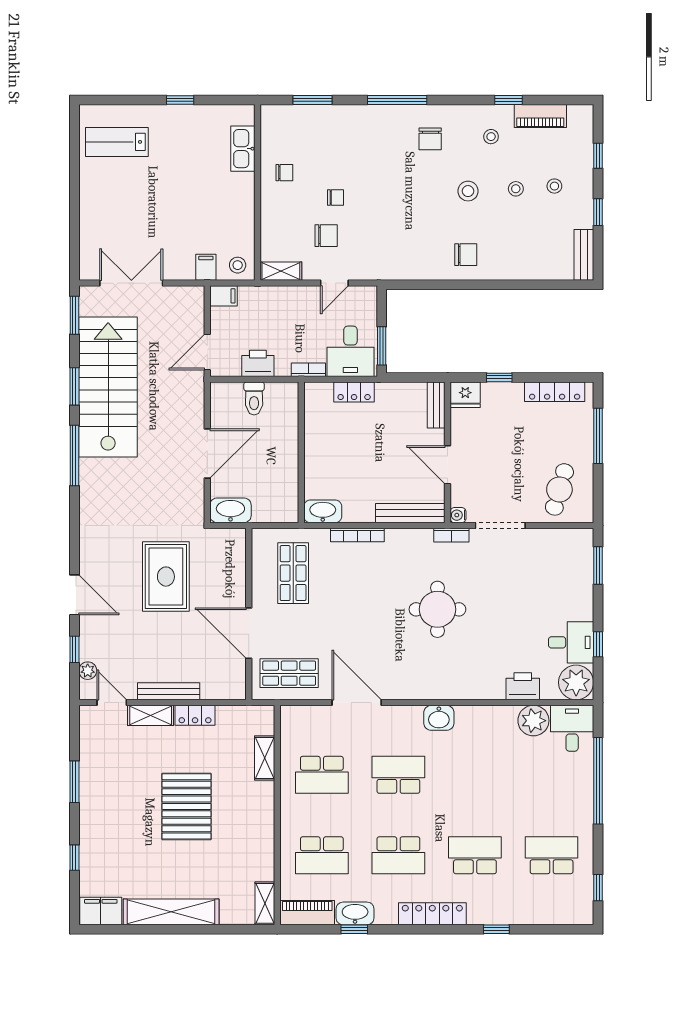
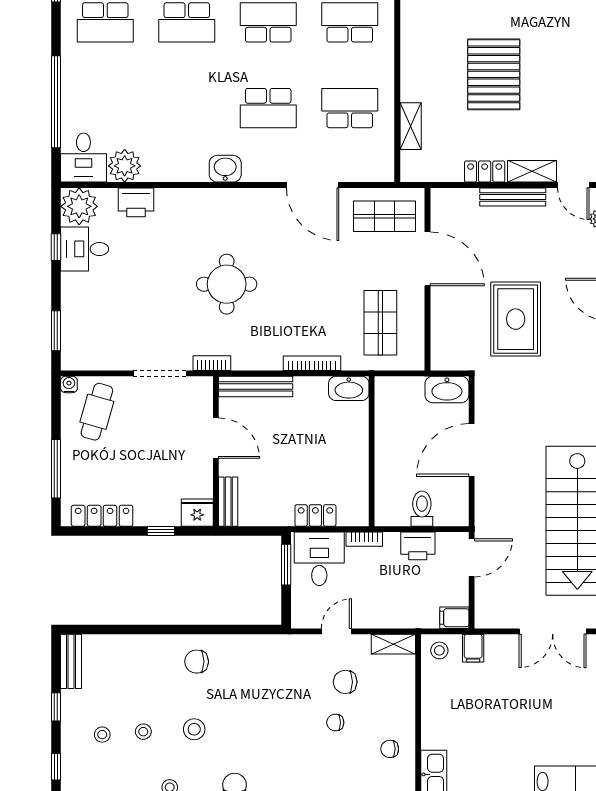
water cooler: (458, 515) -> (69, 384), moved, turned -90

